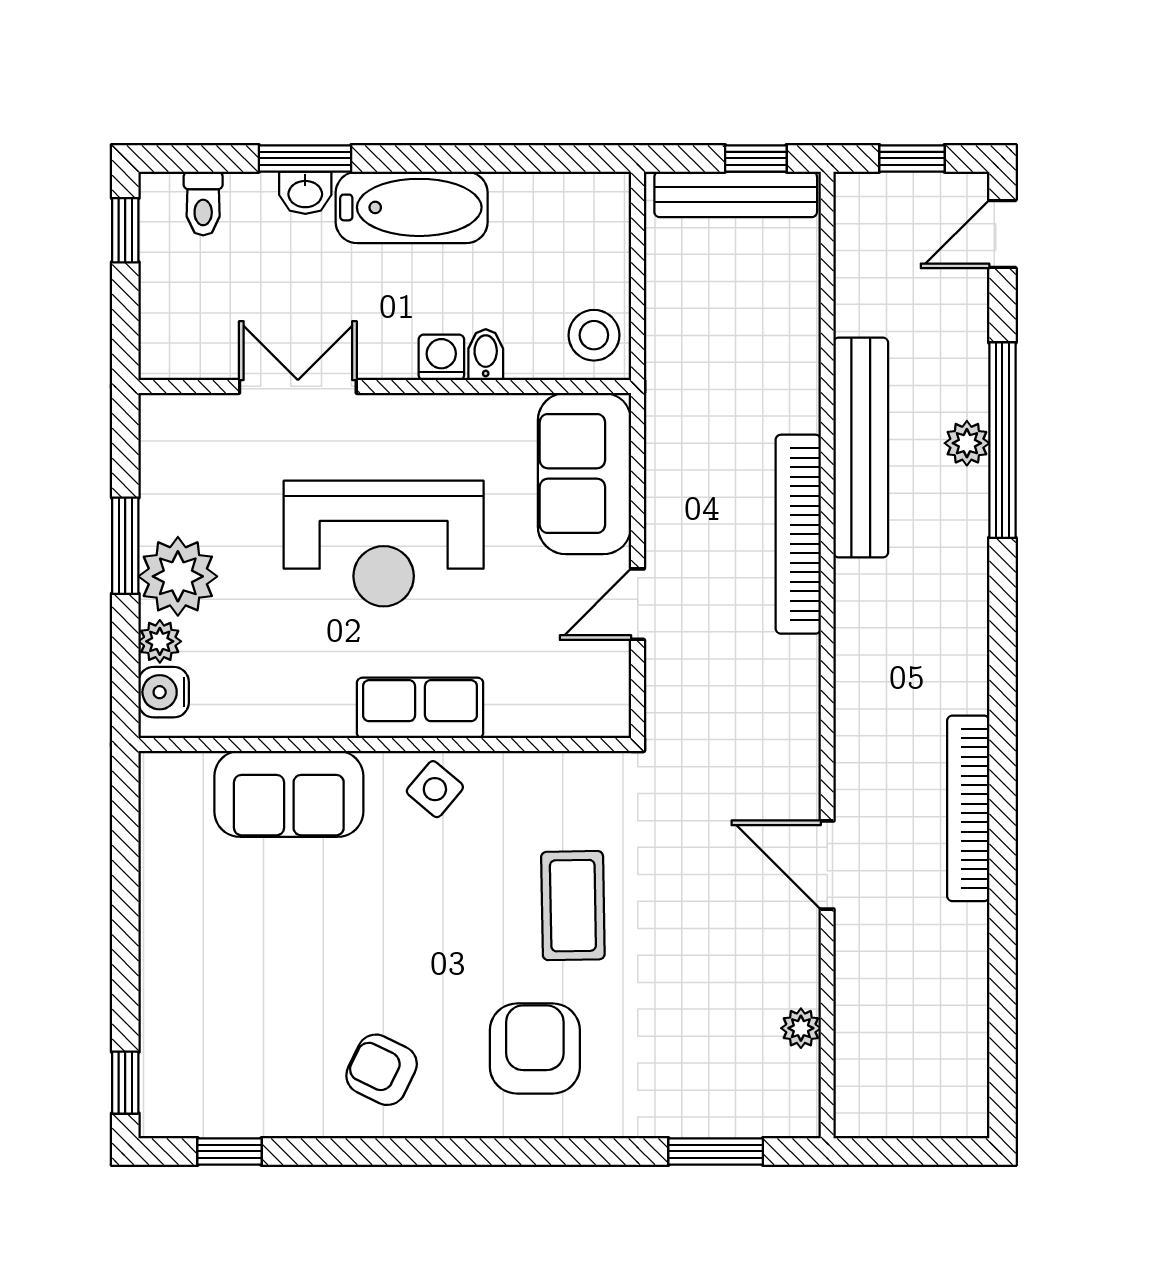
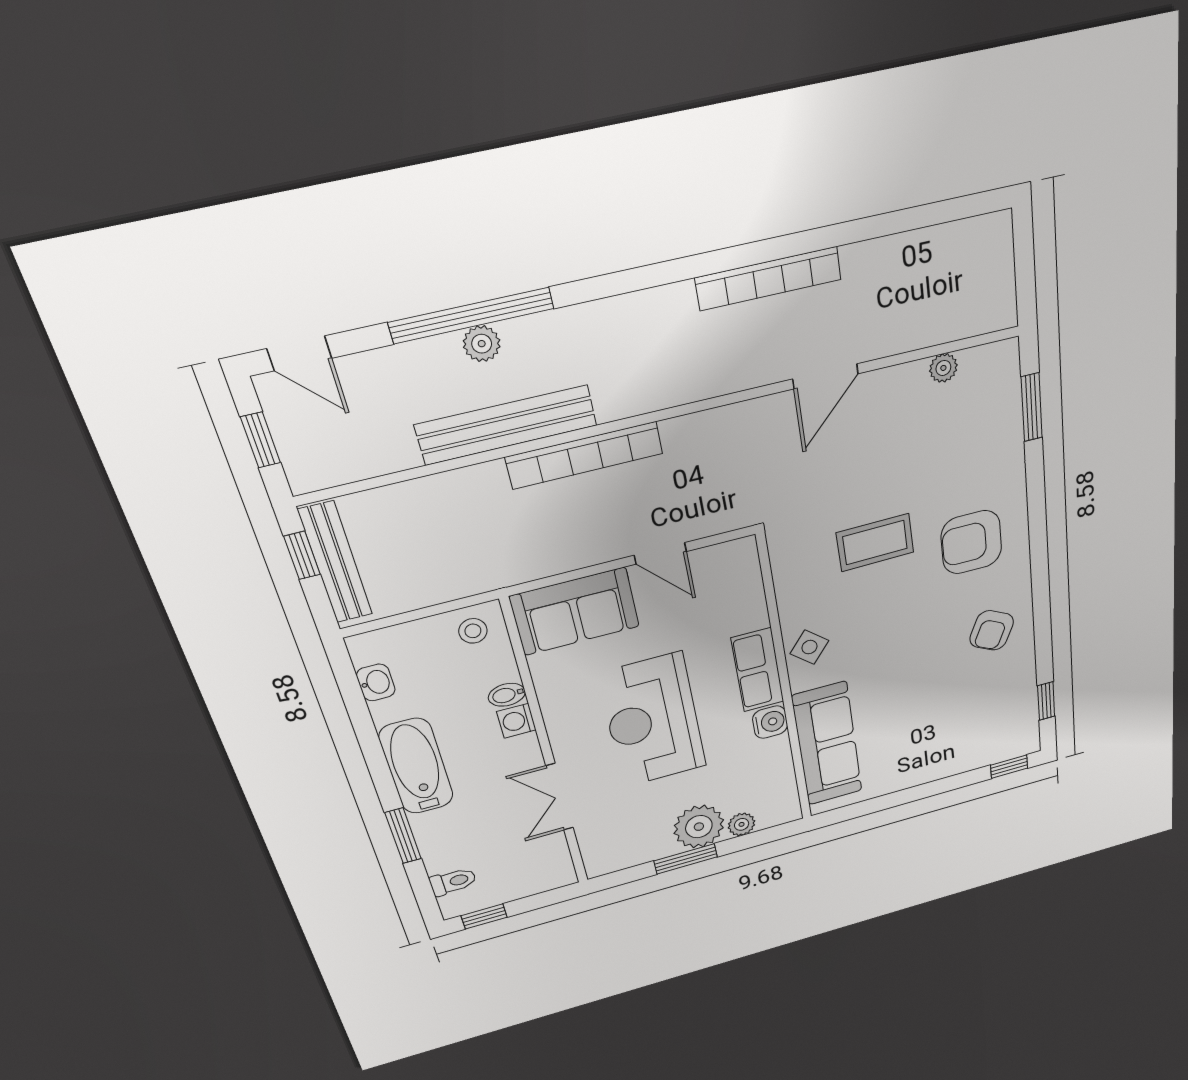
washbasin: (305, 193) -> (376, 682), moved
stool: (594, 335) -> (473, 631), width x0.73, depth x0.73
reception desk: (384, 544) -> (653, 720), turned 180
water cooler: (164, 692) -> (770, 722), moved, turned -90
sofa: (289, 794) -> (827, 744), width x1.36

